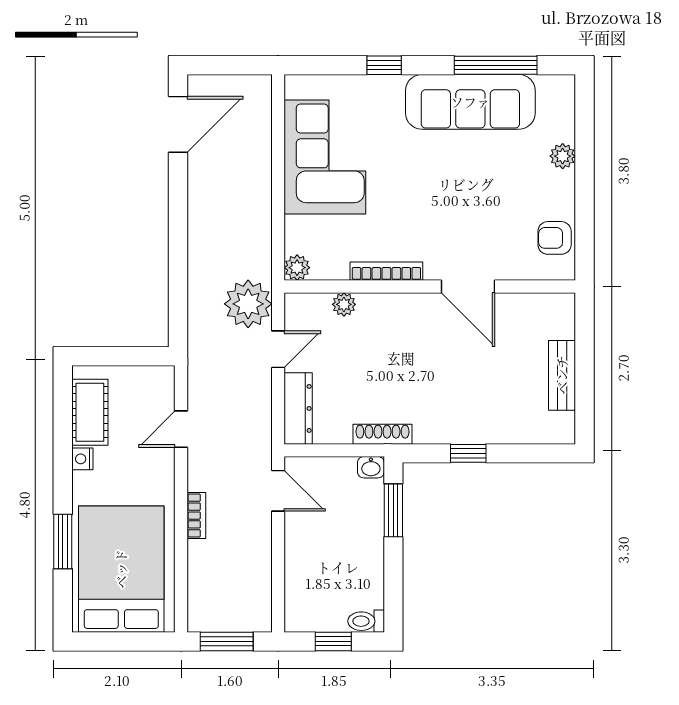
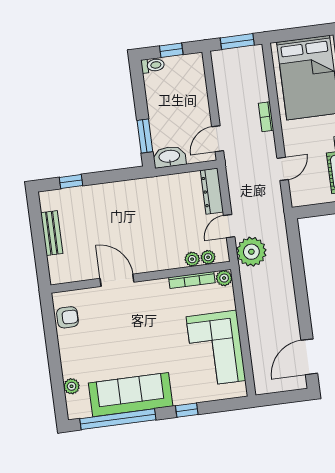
window: (496, 65) -> (118, 419), width x1.46
plant: (563, 156) -> (72, 386), moved
bookcase: (386, 271) -> (192, 280), moved
plant: (318, 304) -> (208, 257), added
shoe rack: (382, 434) -> (158, 182), removed
window: (468, 453) -> (71, 182), moved
washbasin: (371, 467) -> (169, 157), width x1.91, depth x1.45
door: (278, 491) -> (218, 139), hinge flipped

